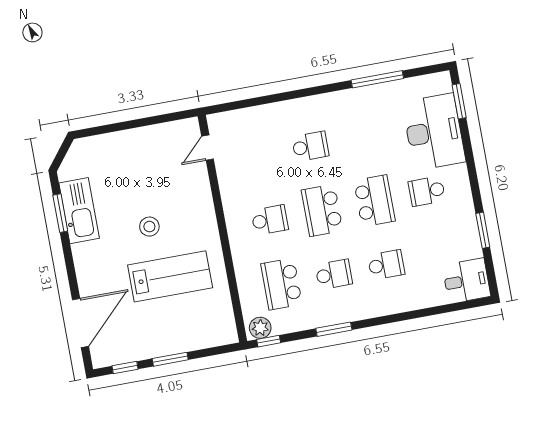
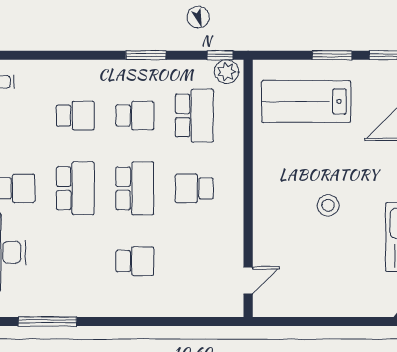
school desk: (310, 146) -> (135, 261), turned 180
school desk: (374, 201) -> (75, 188), turned 180
school desk: (386, 265) -> (75, 116), turned 180
school desk: (334, 274) -> (135, 116), turned 180
lab bench: (170, 276) -> (306, 101), moved

